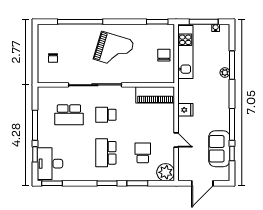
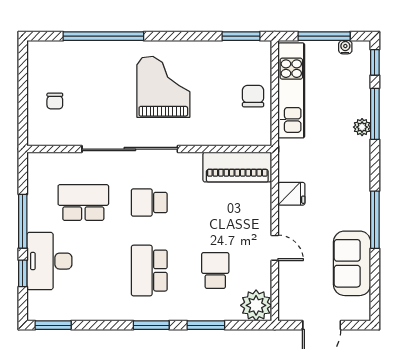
grand piano: (114, 50) -> (163, 87), turned -107
school desk: (69, 115) -> (83, 203), turned 180
window: (232, 153) -> (375, 62), moved
desk: (50, 164) -> (49, 261), moved

